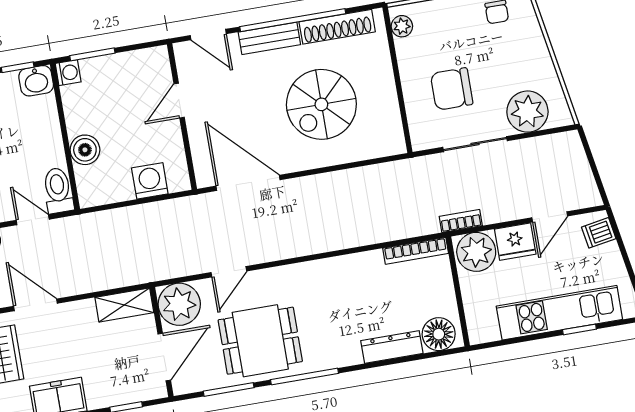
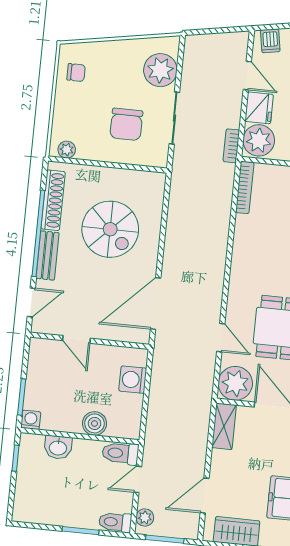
washbasin: (36, 81) -> (58, 447), moved, turned 90

